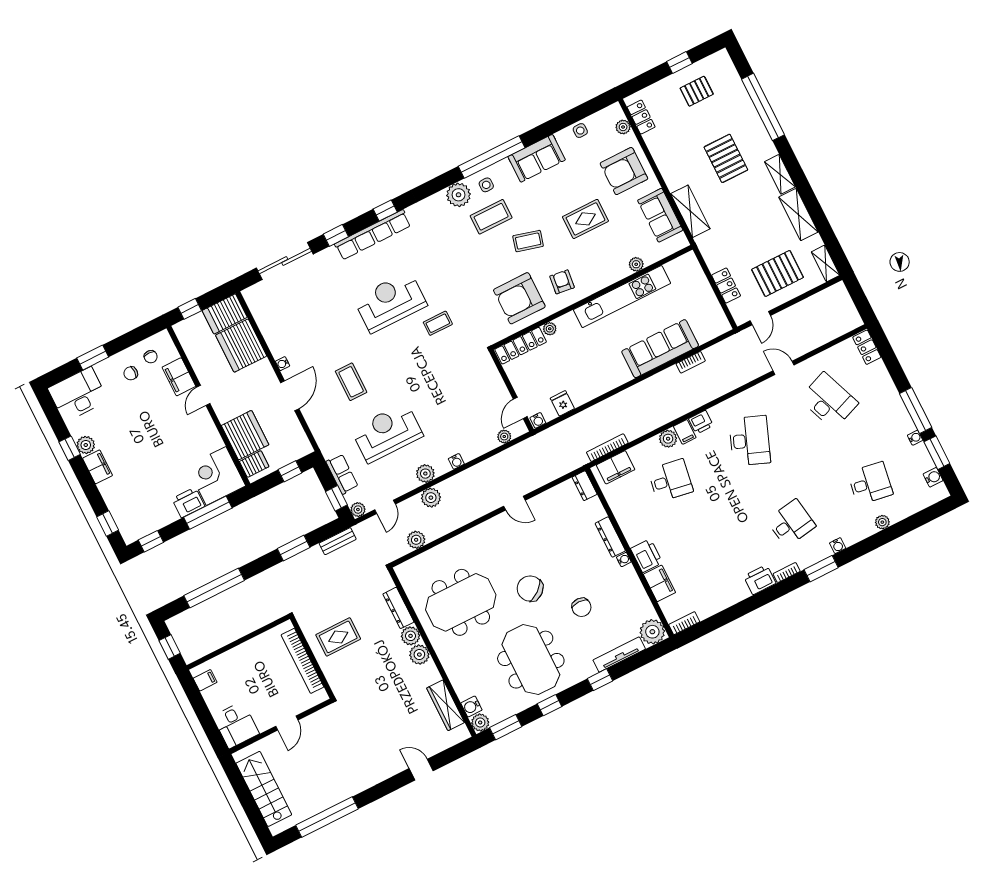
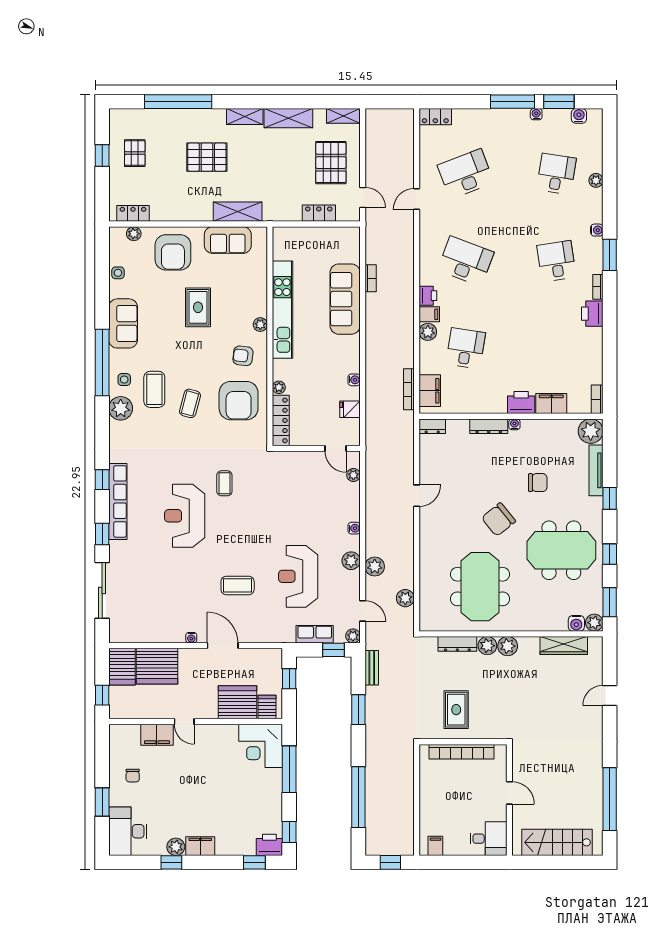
coffee table: (528, 241) -> (190, 403), moved
plant: (636, 264) -> (260, 325), moved
chair: (151, 357) -> (127, 751), removed
water cooler: (538, 420) -> (354, 380), moved
printer: (188, 502) -> (269, 845), moved, turned 90

